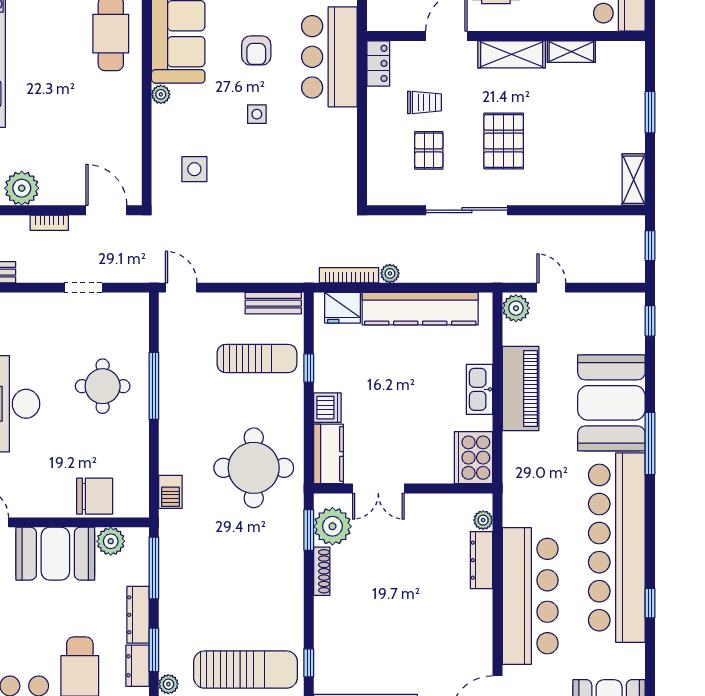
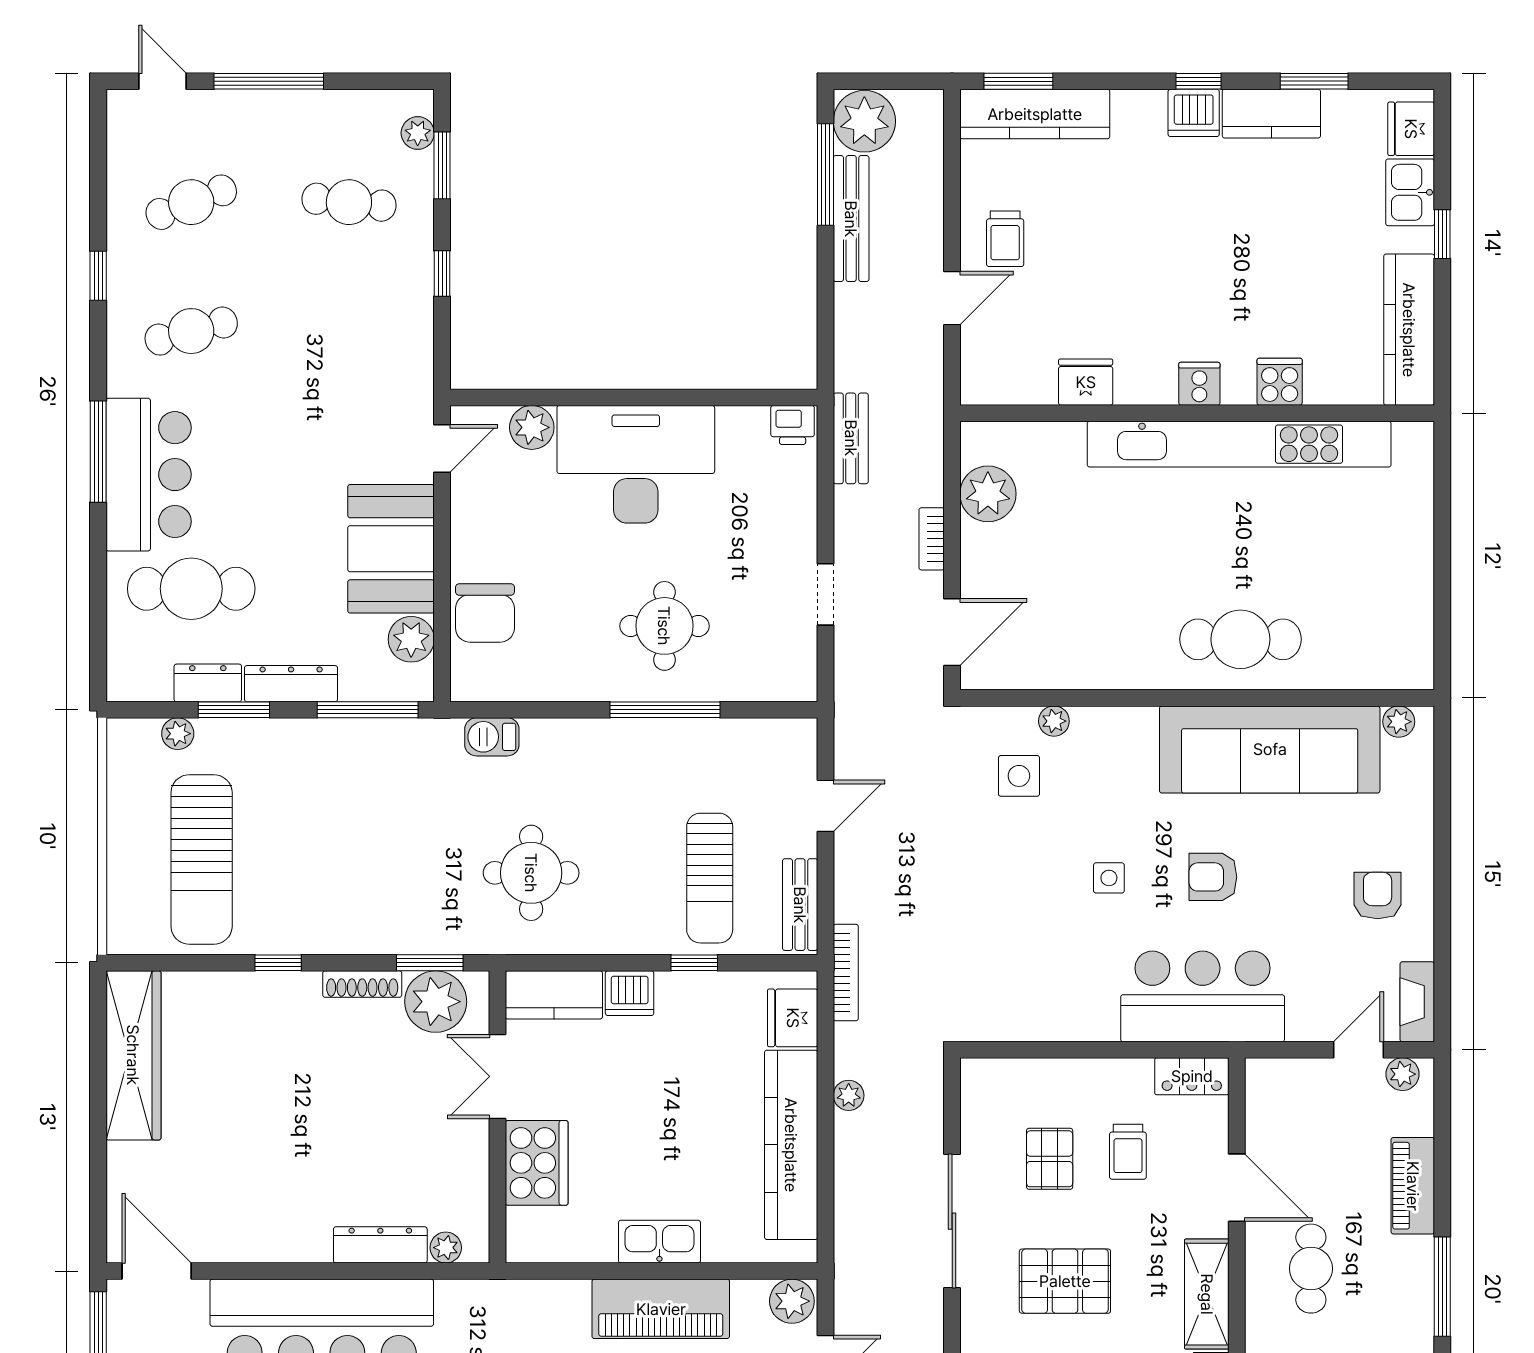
plant: (161, 94) -> (1054, 721), moved
pallet: (429, 150) -> (1050, 1159), turned 90
bookcase: (349, 275) -> (846, 973), moved
door: (181, 288) -> (826, 806), moved
cooker: (473, 458) -> (537, 1163), moved, turned 90
round table: (254, 468) -> (531, 873), width x0.73, depth x0.73
window: (309, 663) -> (278, 963), moved

